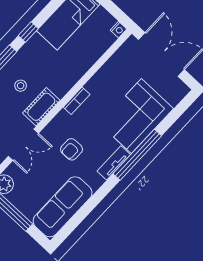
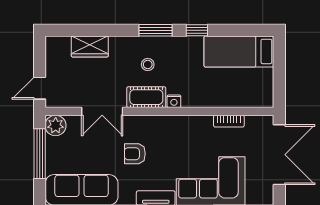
nightstand: (119, 30) -> (174, 101), moved
bookcase: (77, 101) -> (229, 121), moved

